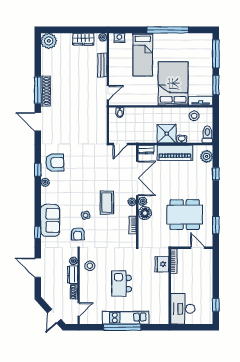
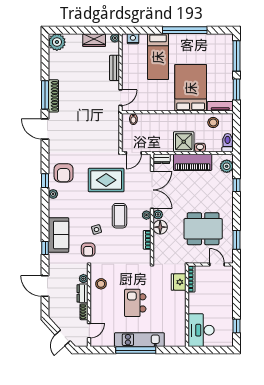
armchair: (55, 163) -> (64, 173), turned 91
rug: (95, 169) -> (106, 180), added

